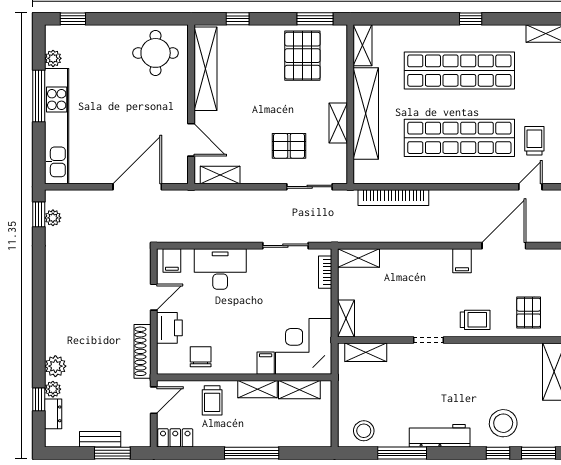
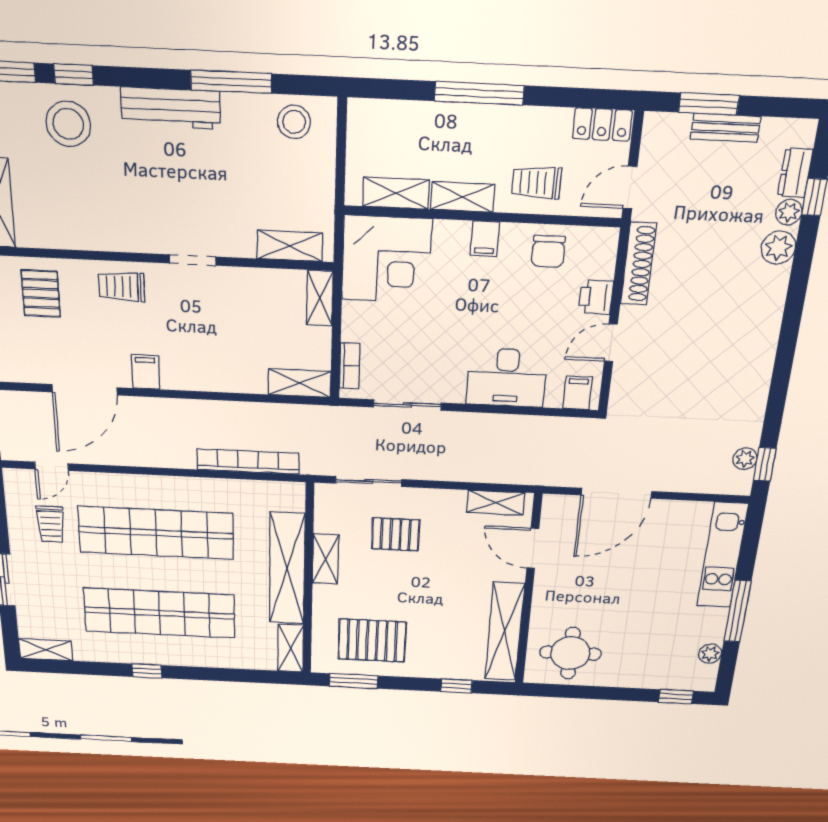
pallet: (302, 56) -> (372, 640), turned 90
kitchen unit: (57, 126) -> (722, 555), width x0.73
printer: (169, 328) -> (596, 297), width x0.73, depth x0.81
filing cabinet: (266, 363) -> (485, 239), moved
trolley: (212, 400) -> (536, 183), turned -90

